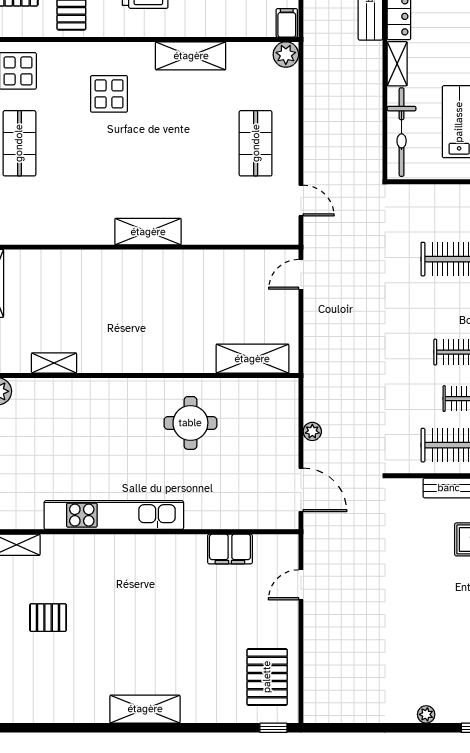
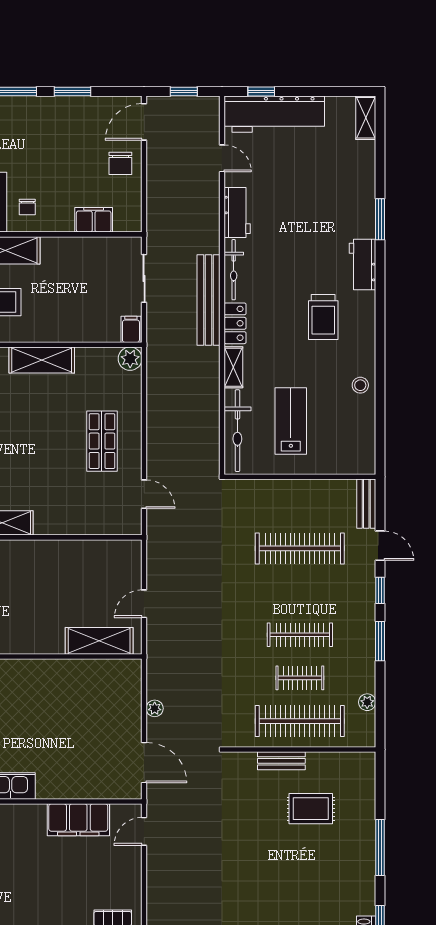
door: (301, 274) -> (144, 604), moved
round table: (190, 423) -> (42, 701), removed
filing cabinet: (230, 549) -> (78, 820), width x1.50, depth x1.17
door: (301, 585) -> (144, 831), moved

